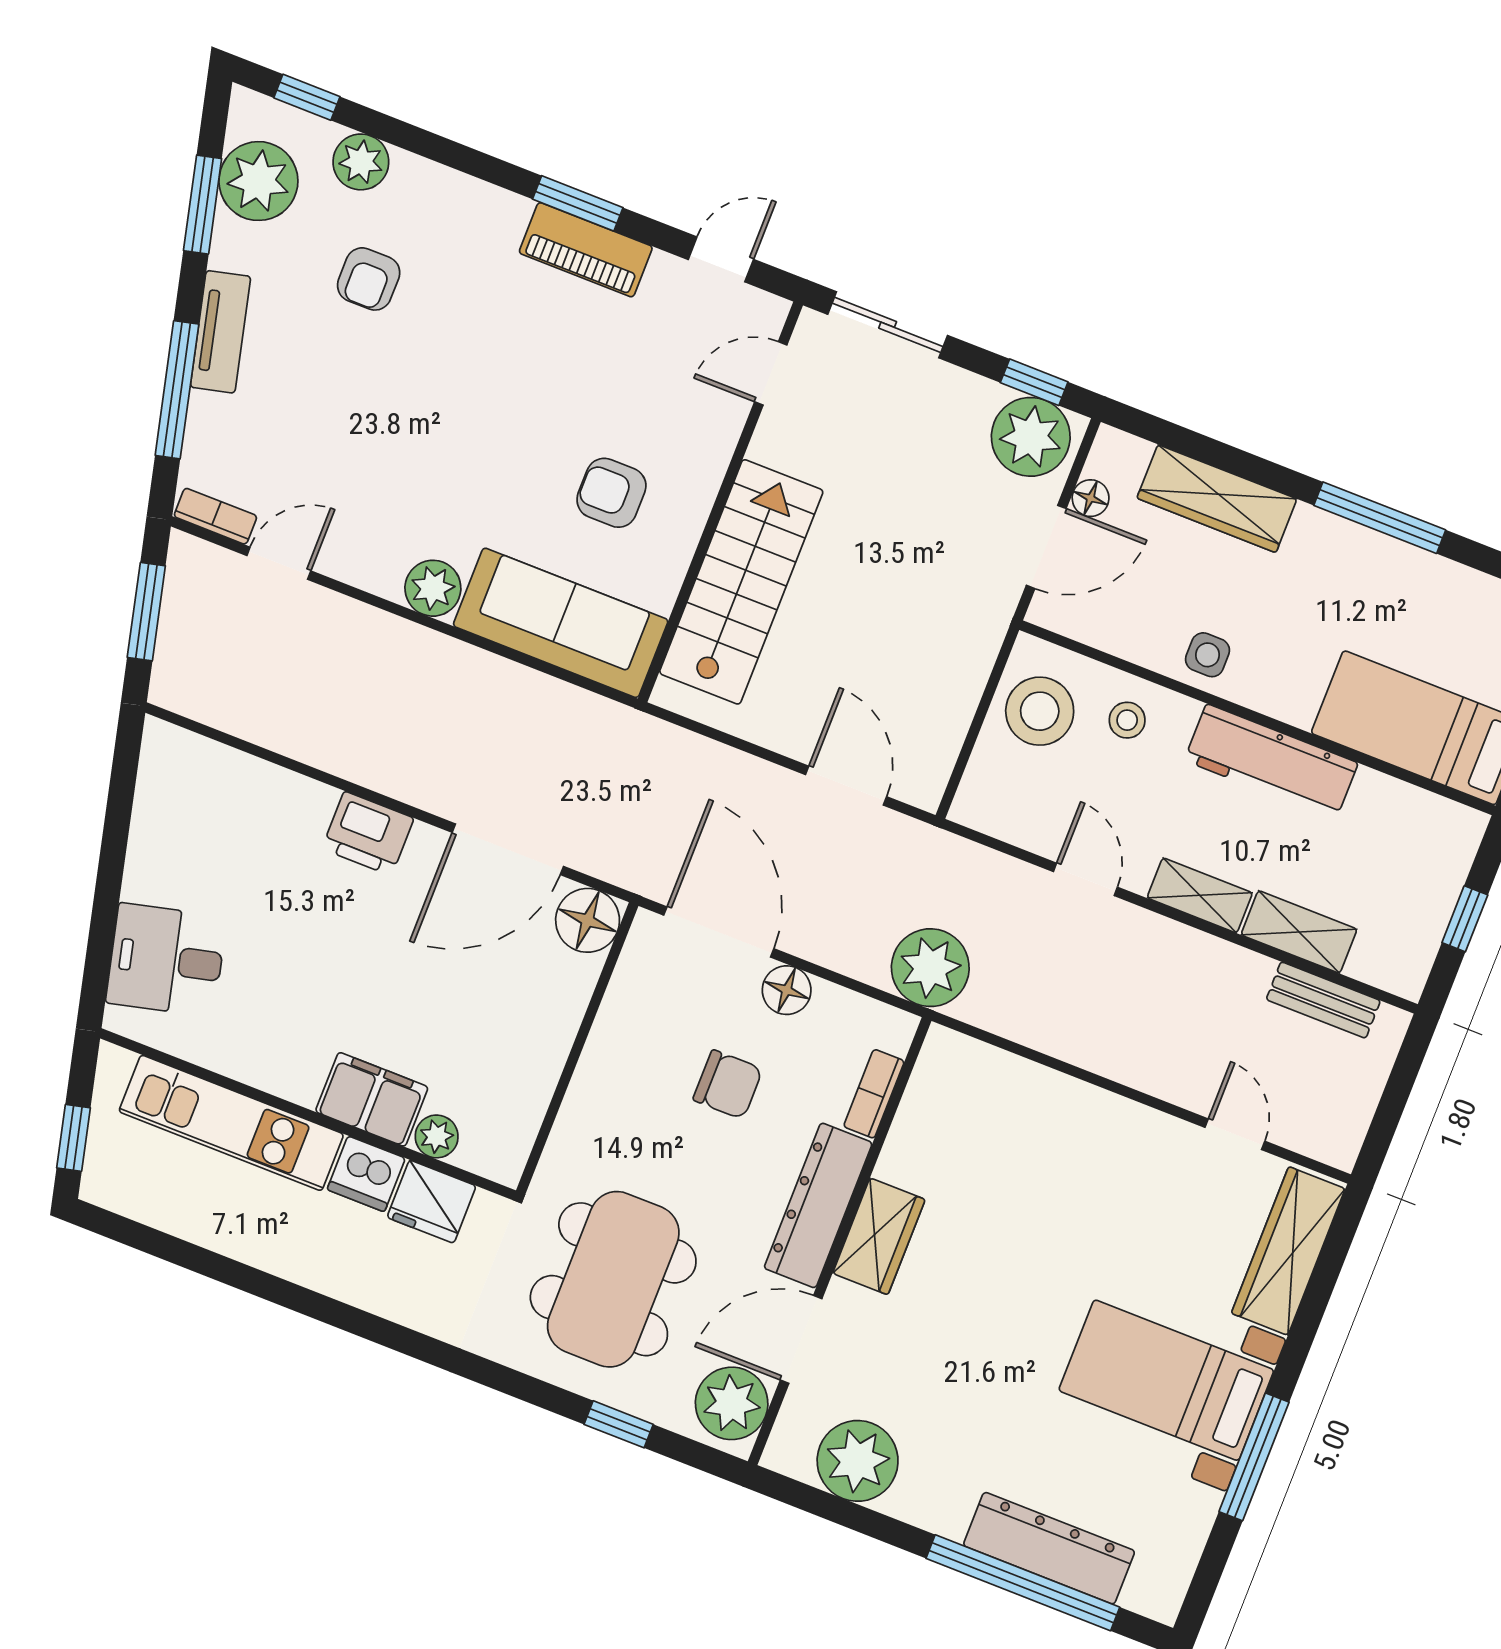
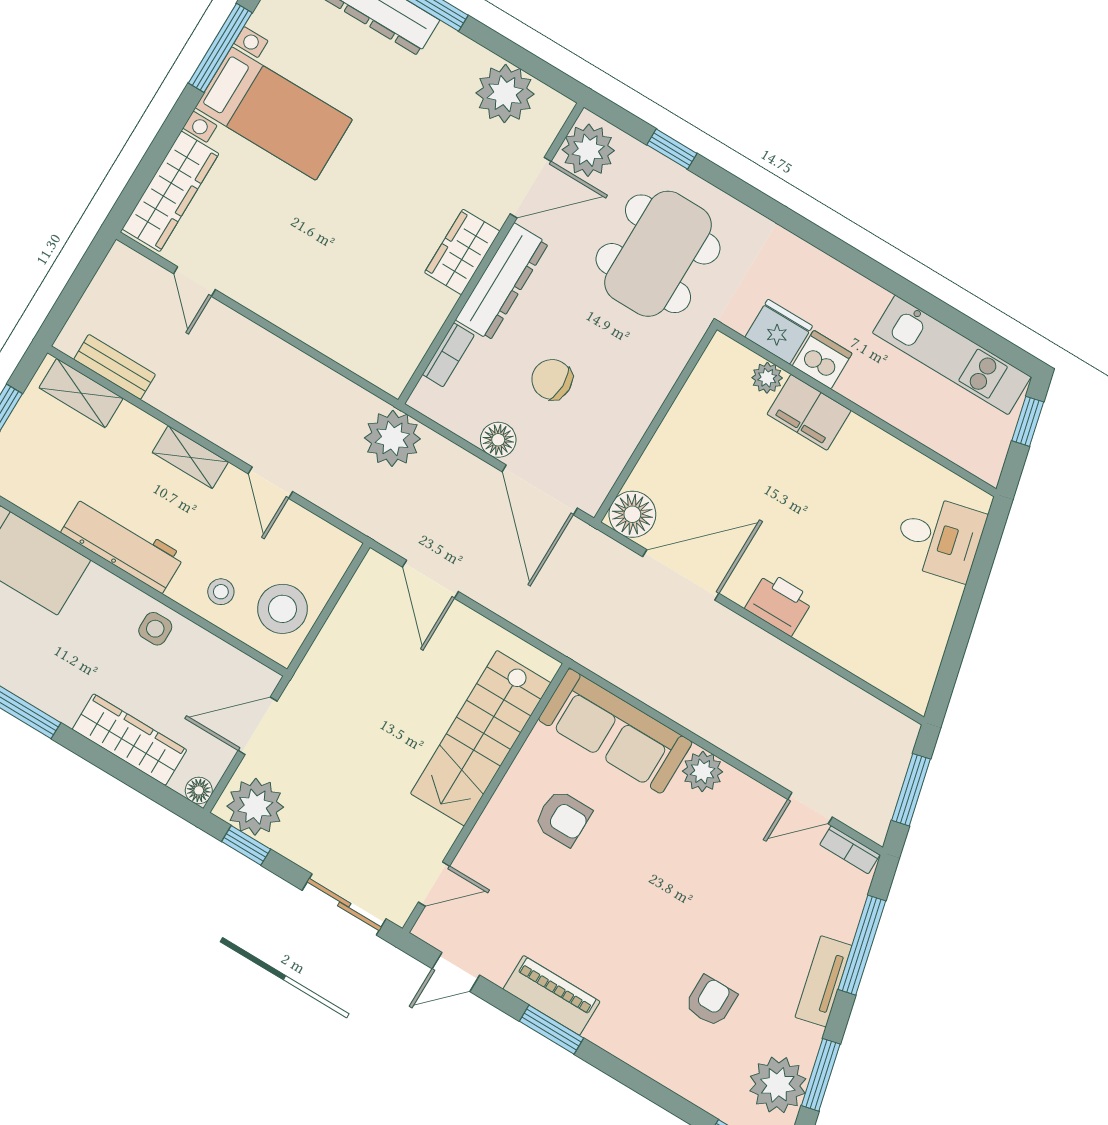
plant: (361, 162) -> (702, 1086), removed
floor lamp: (1091, 498) -> (199, 790), moved
shelving: (1299, 932) -> (81, 393), moved
kitchen unit: (231, 1123) -> (952, 355), moved, turned 180

